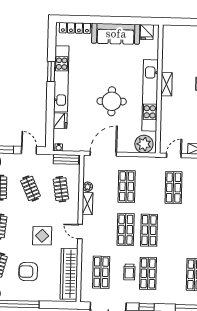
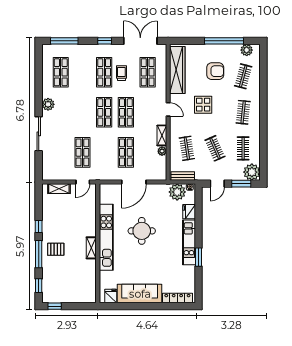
kitchen unit: (61, 79) -> (189, 242), width x0.73
plant: (144, 144) -> (177, 192), moved
door: (29, 150) -> (217, 184), hinge flipped
door: (103, 154) -> (134, 182), moved

